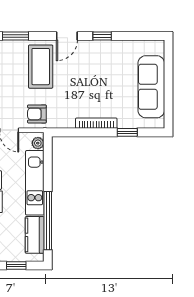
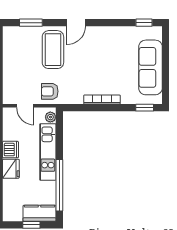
window: (102, 36) -> (144, 23), moved
window: (127, 132) -> (145, 108), moved
kitchen counter: (35, 235) -> (40, 213), moved, turned 90

